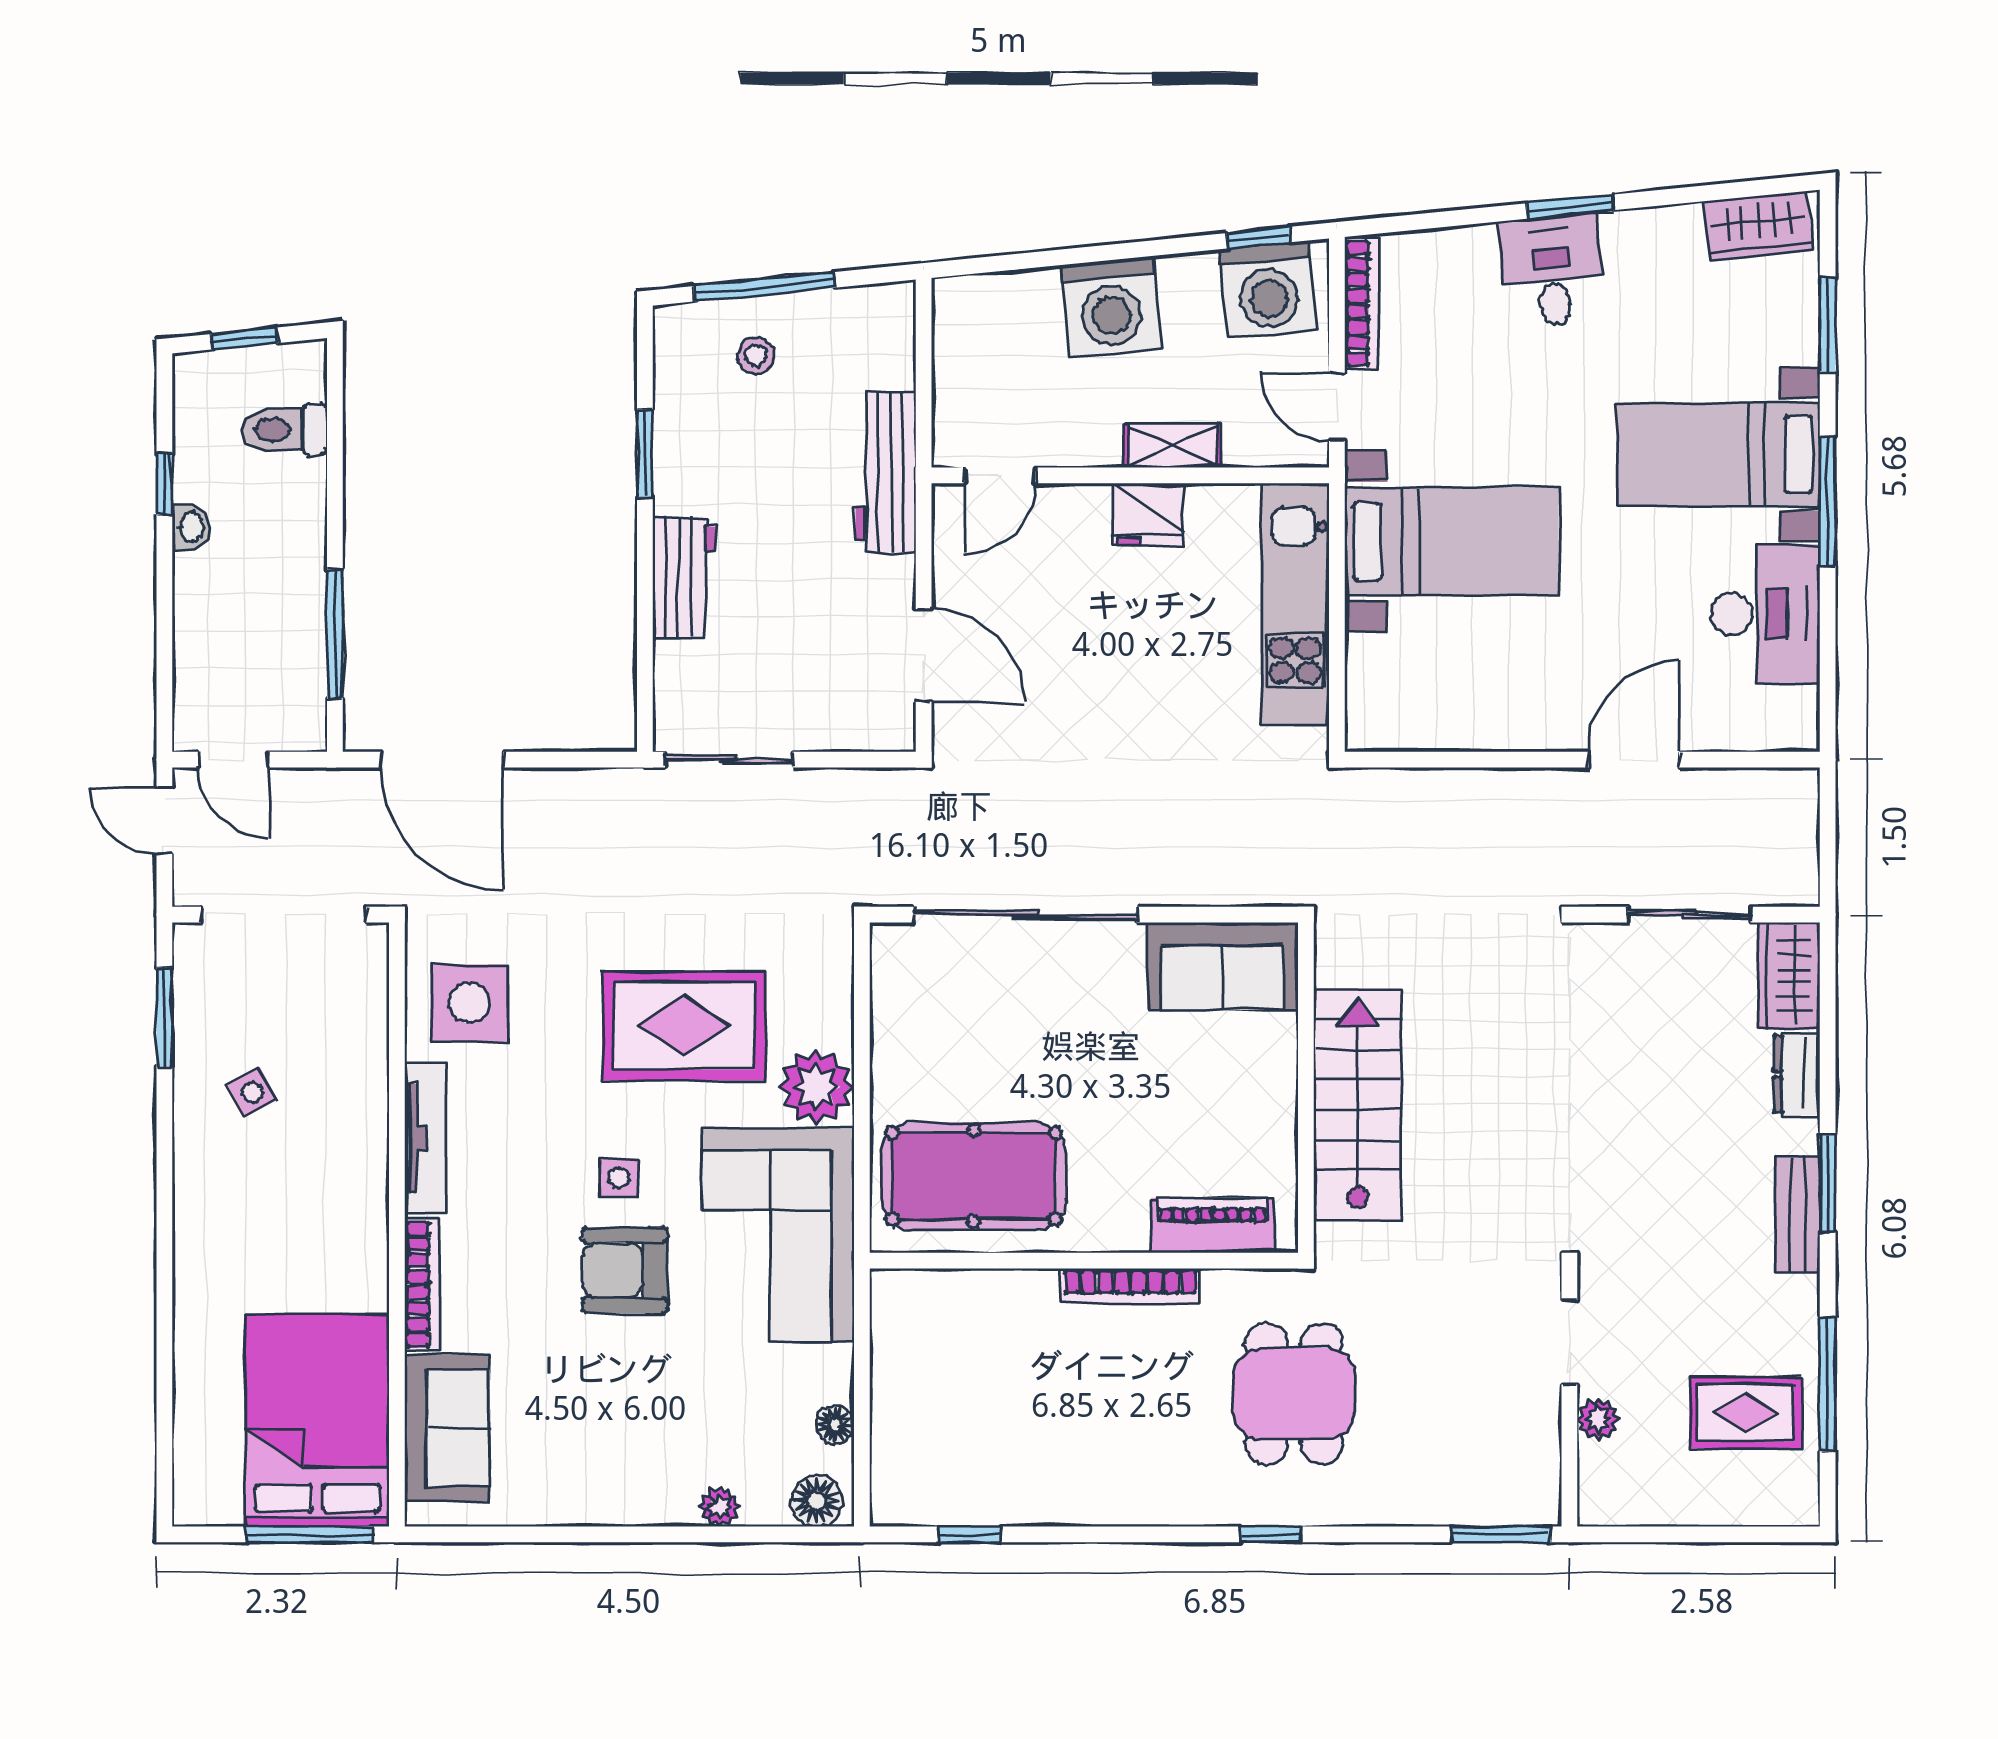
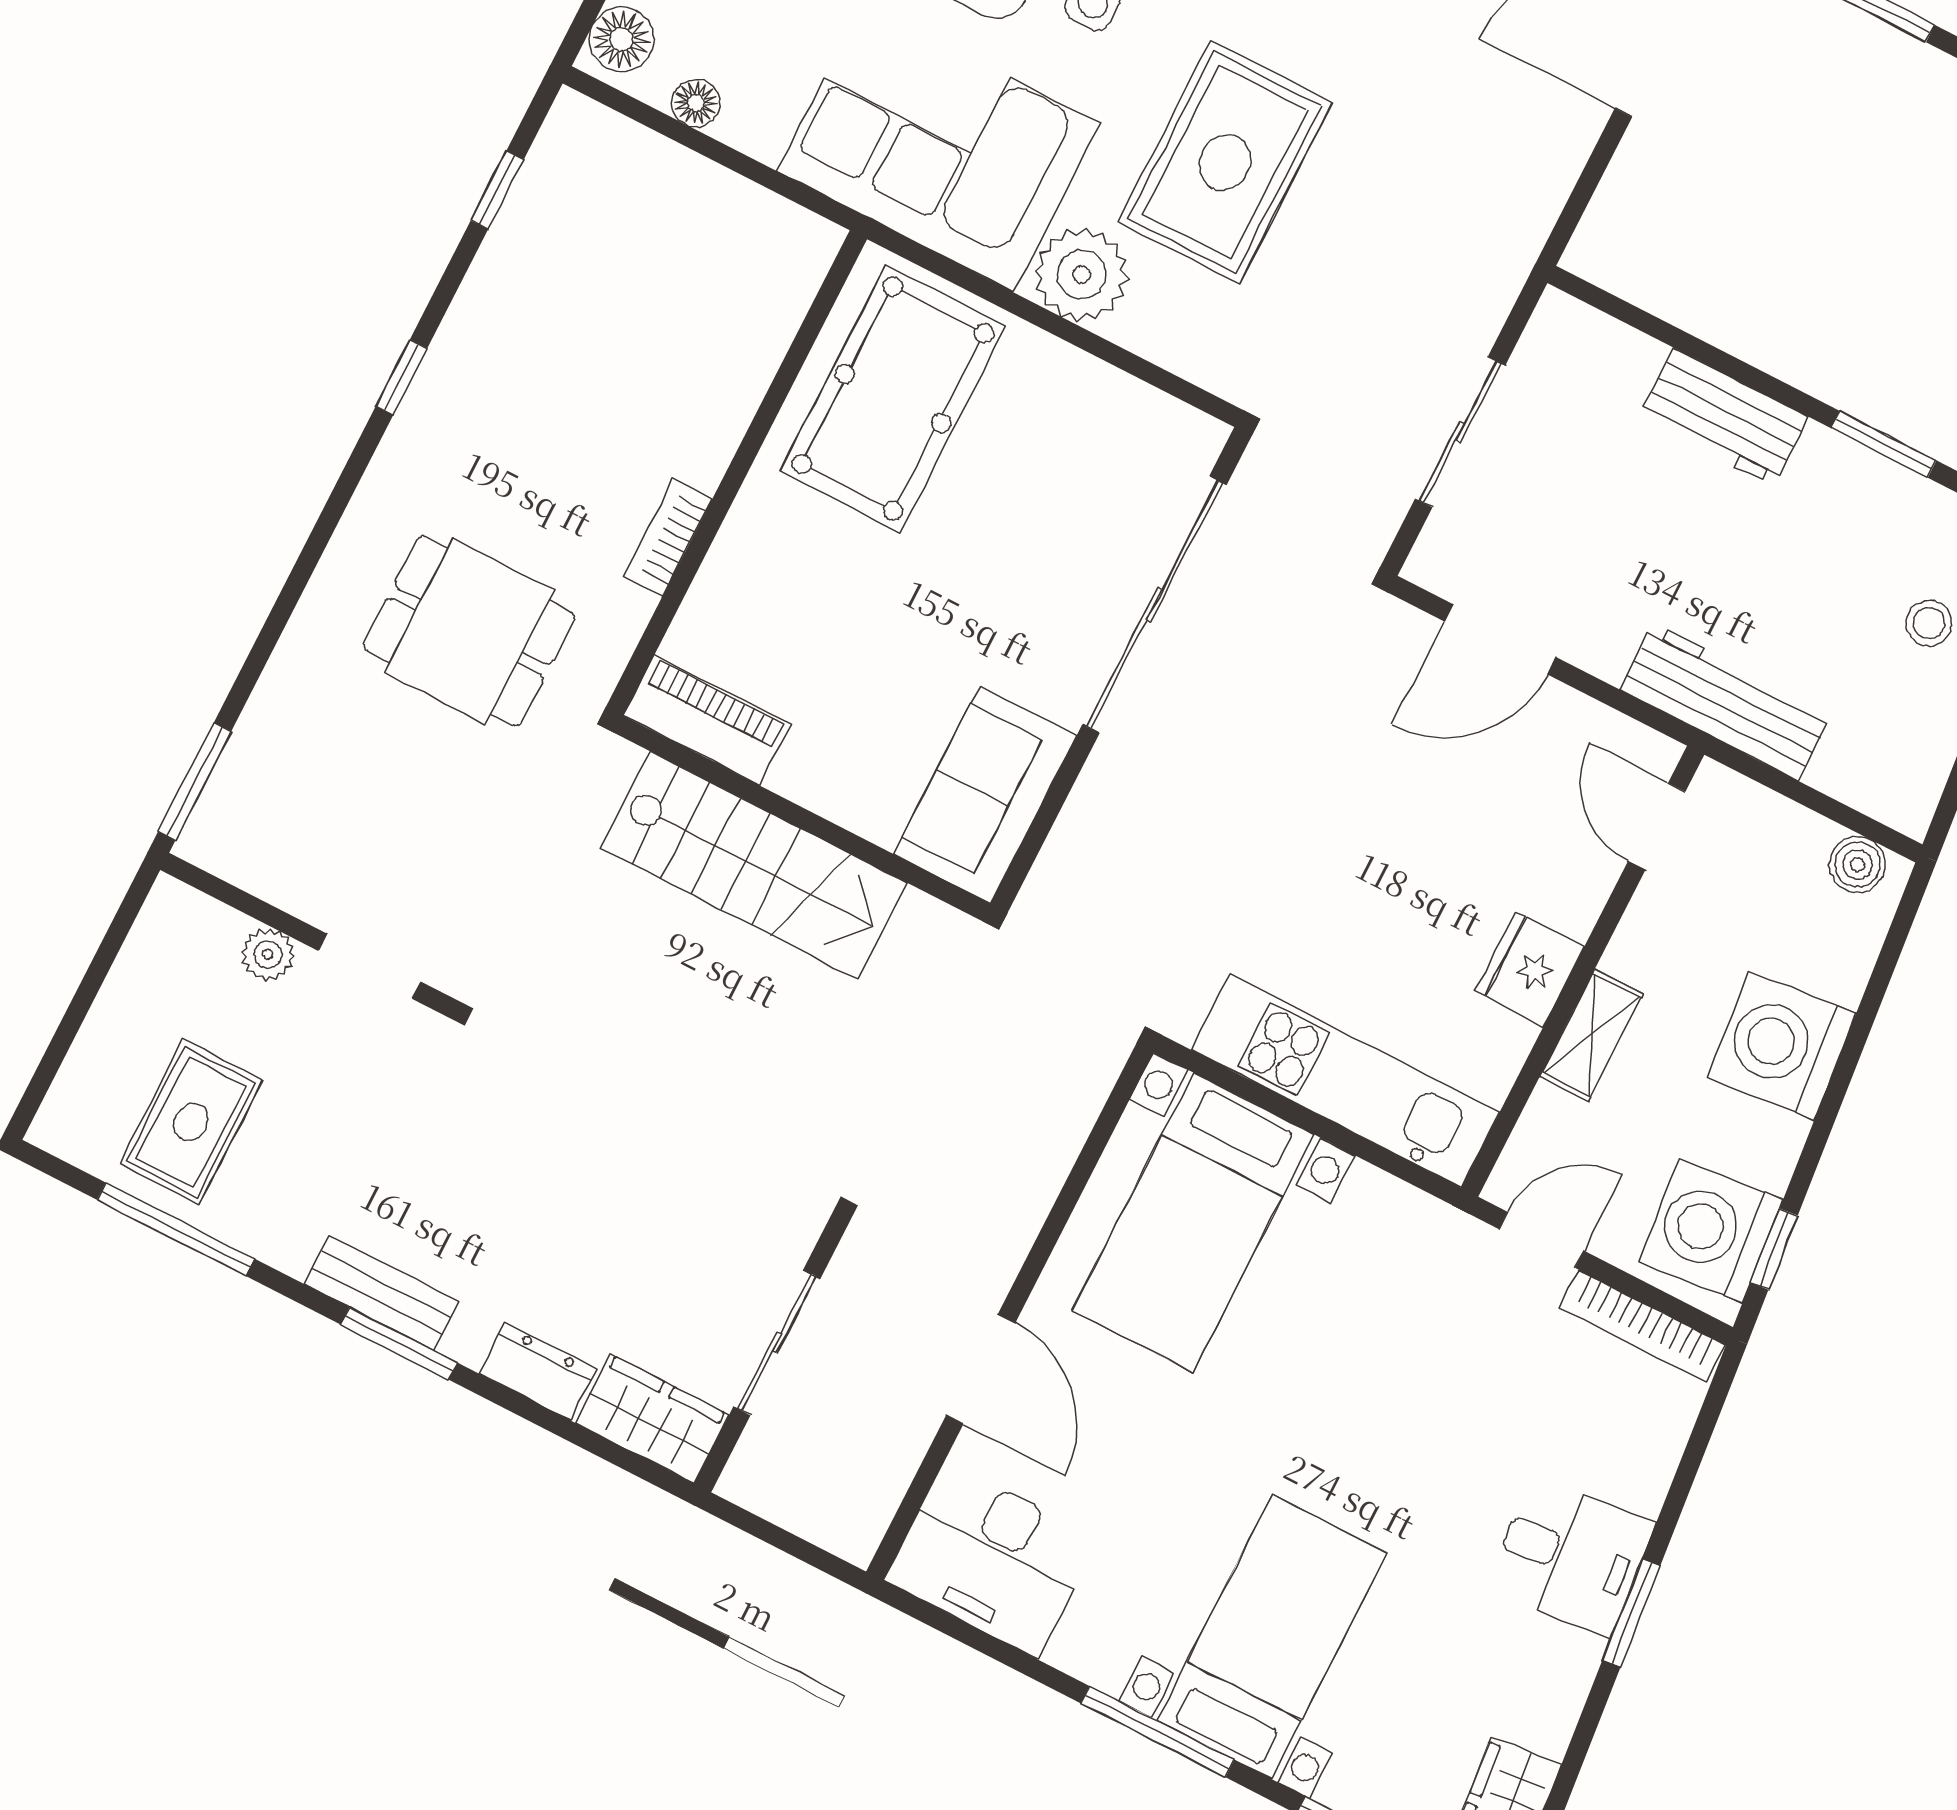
boiler: (954, 318) -> (1857, 865), added
bed with nightstands: (1452, 541) -> (1193, 1223), moved
desk: (1765, 614) -> (992, 1559), moved
sliding door: (729, 760) -> (1460, 432), moved
piano: (1213, 1225) -> (707, 720), moved, turned -90
bookcase: (1130, 1286) -> (668, 538), width x0.64
window: (1270, 1534) -> (401, 377), moved

